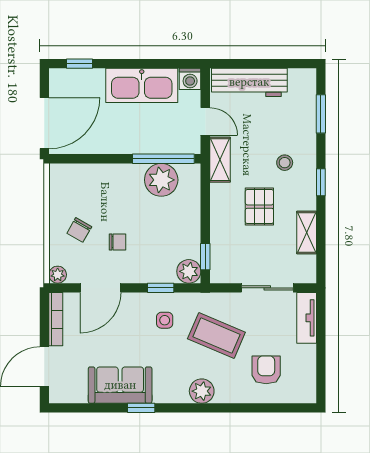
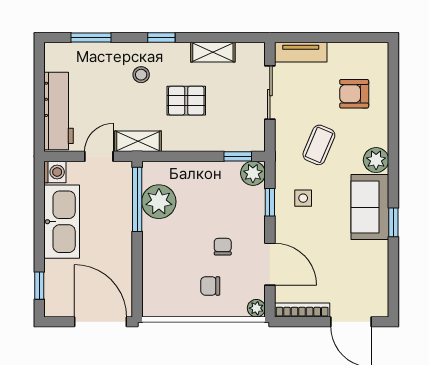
chair: (79, 230) -> (210, 286), turned 150
coffee table: (216, 336) -> (319, 145), width x0.73, depth x0.77
sofa: (120, 385) -> (370, 207), moved

